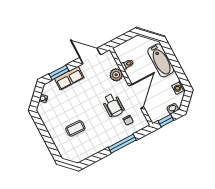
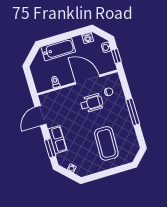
plant: (116, 75) -> (63, 94), removed
coffee table: (75, 128) -> (106, 143), width x1.86, depth x1.72
window: (122, 144) -> (133, 112), moved

